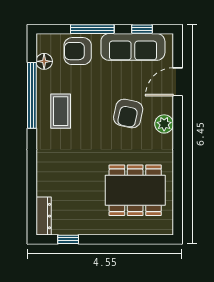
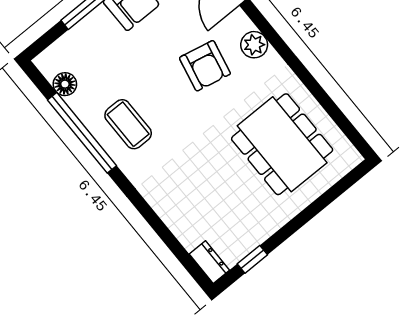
armchair: (78, 51) -> (93, 42), removed
dining table: (135, 190) -> (282, 144), turned 90
dresser: (44, 216) -> (209, 262), width x0.70

